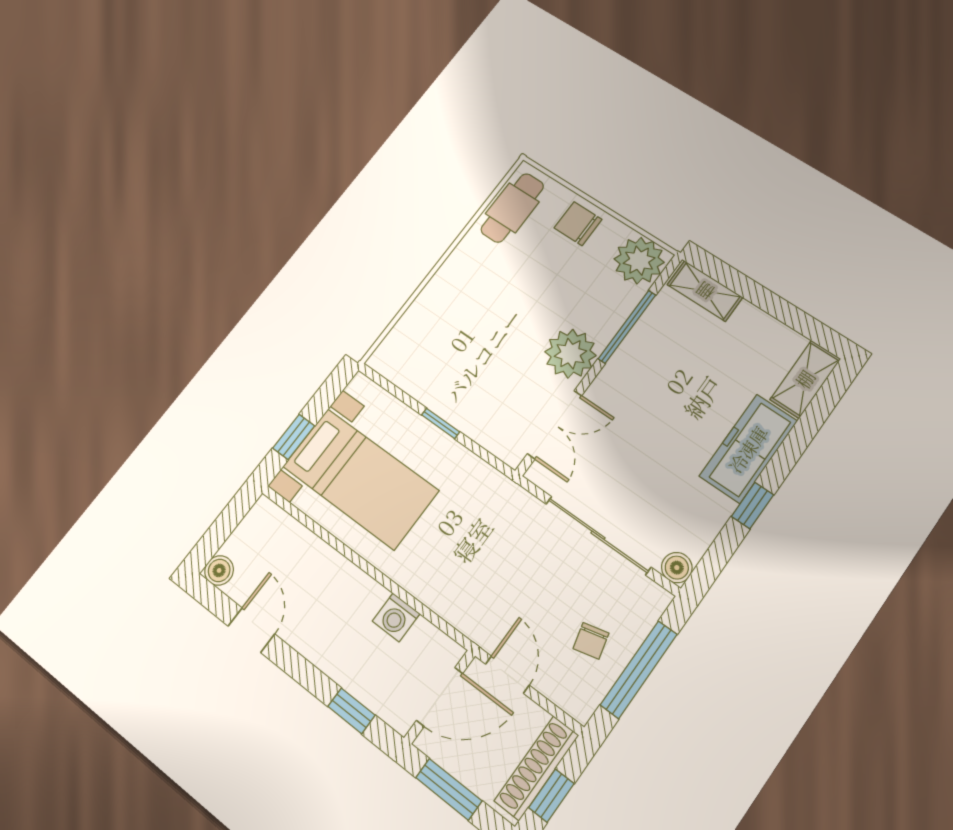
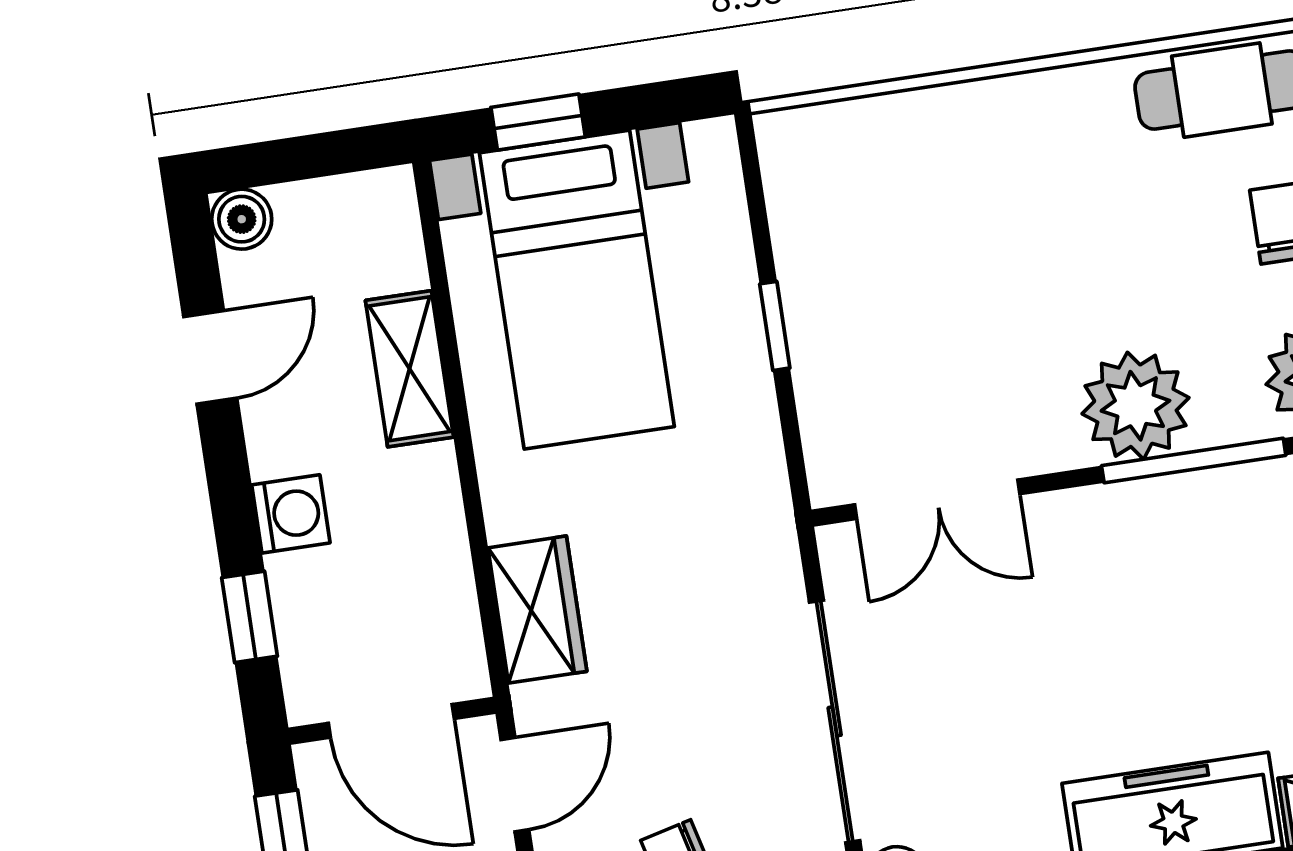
plant: (570, 354) -> (1135, 406), moved
shelving: (327, 563) -> (410, 369), added
wardrobe: (453, 602) -> (537, 610), added
washing machine: (396, 617) -> (291, 514), moved, turned 180

